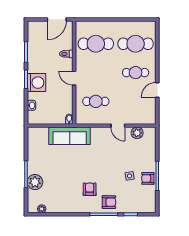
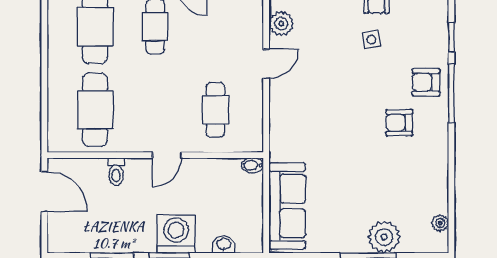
sofa: (70, 136) -> (287, 206), moved
armchair: (109, 202) -> (426, 82), turned -90

